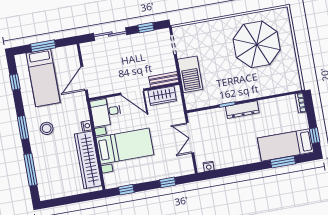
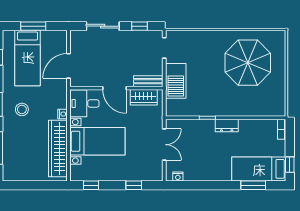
dresser: (242, 110) -> (227, 126), width x0.70
double door: (190, 138) -> (164, 145), swing flipped

